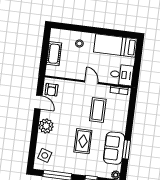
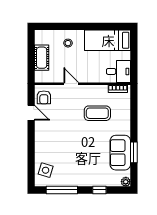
door: (91, 82) -> (71, 84), moved
coffee table: (98, 110) -> (97, 113), turned 90
plant: (46, 126) -> (43, 138), removed
rug: (83, 141) -> (85, 149), removed

